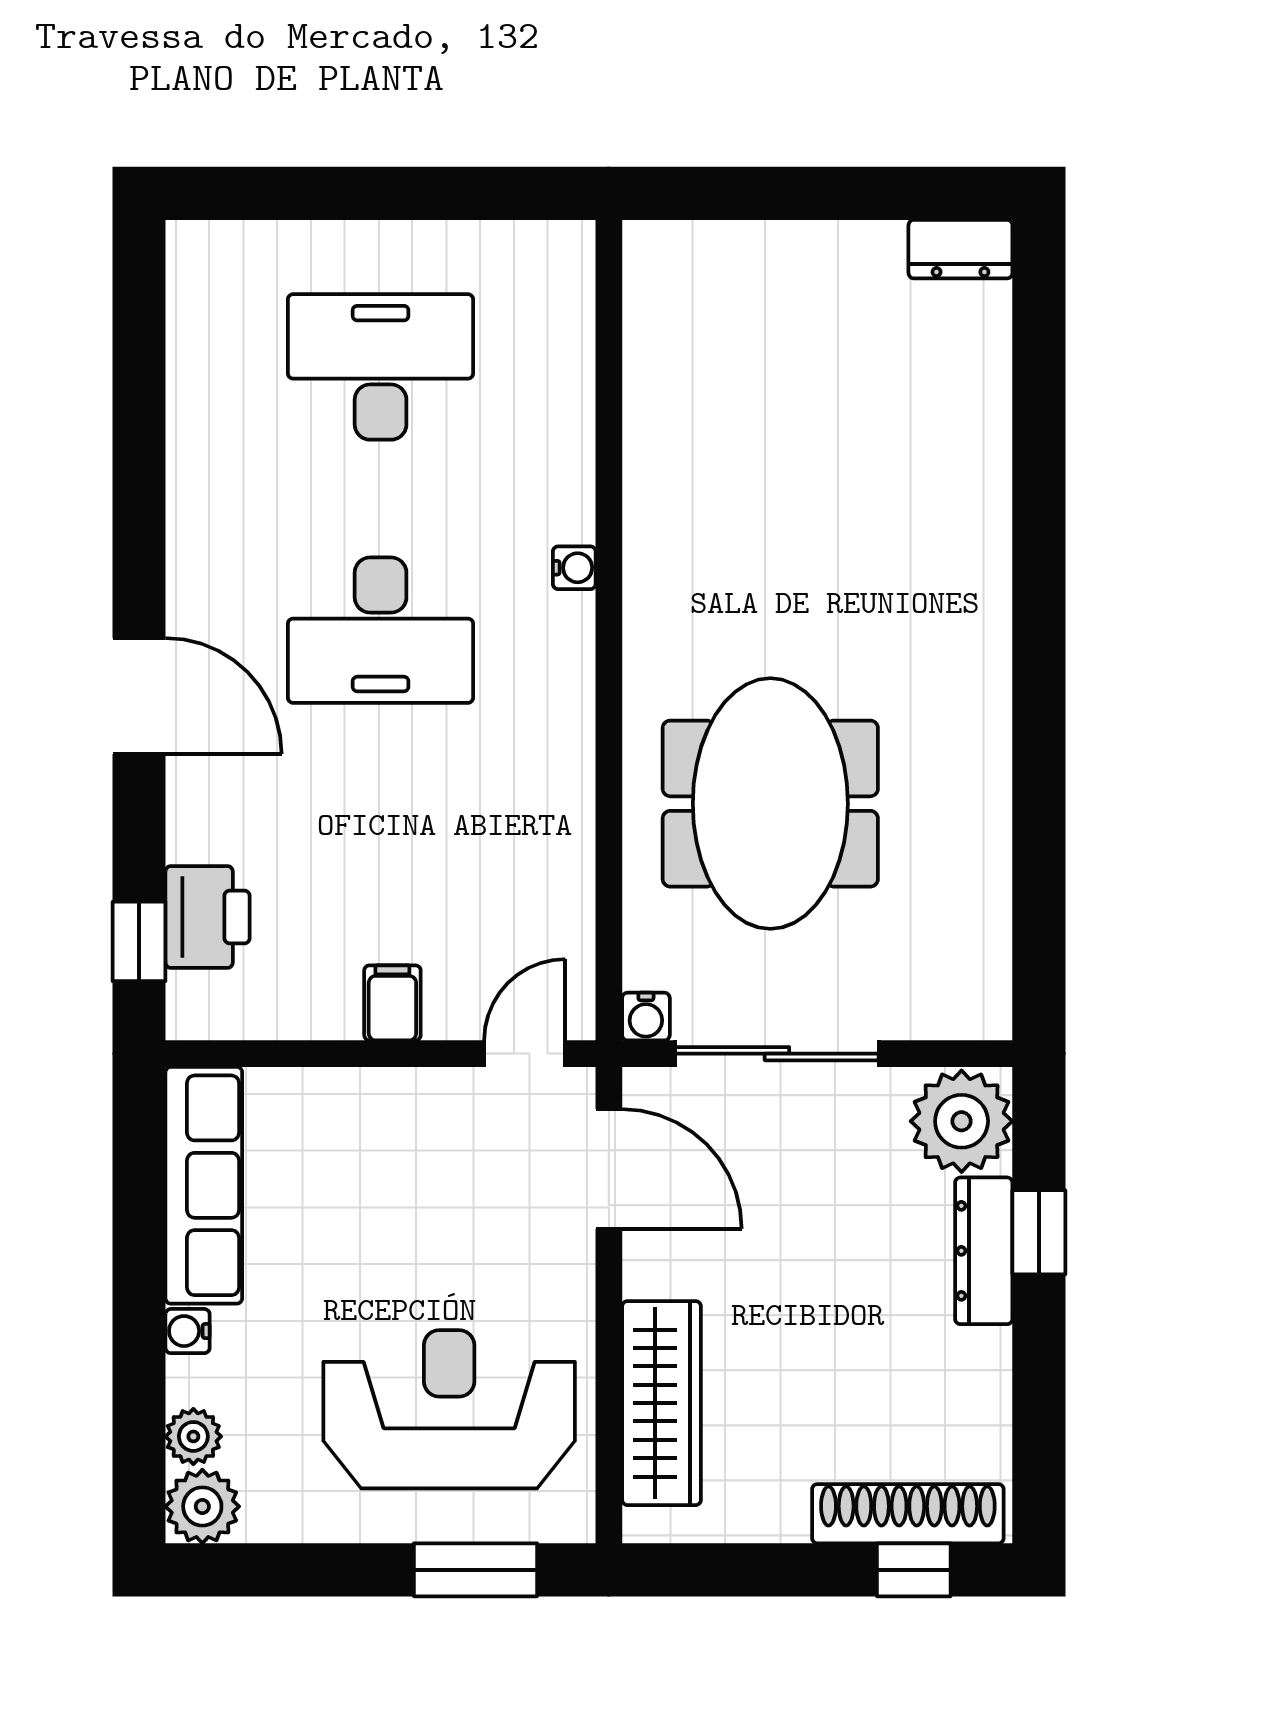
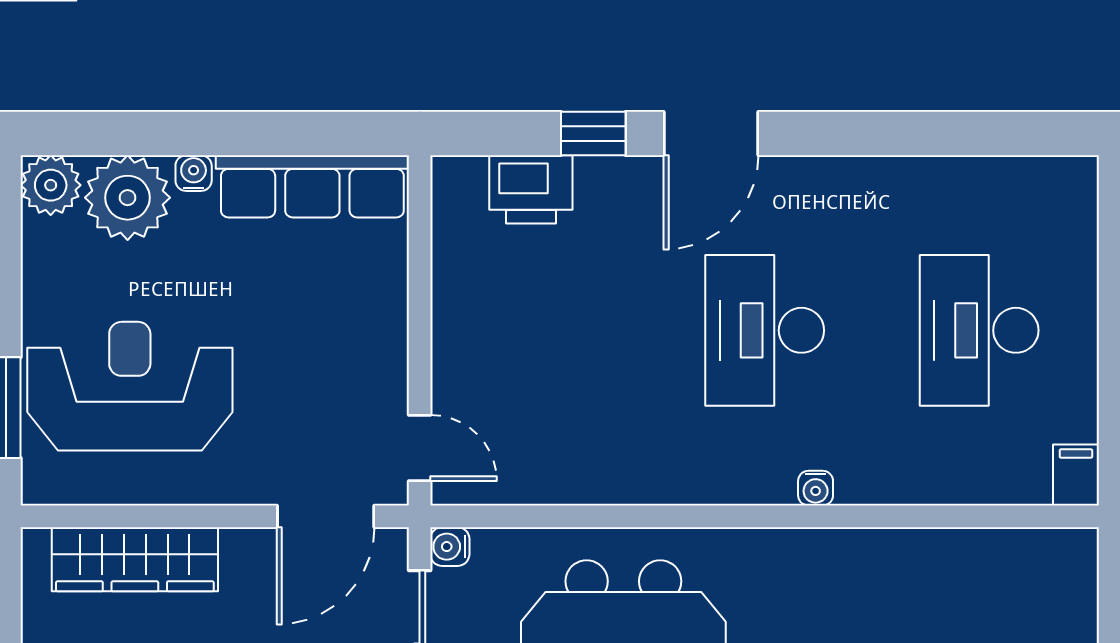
desk: (381, 367) -> (979, 330), turned 180
window: (139, 941) -> (593, 134), moved
filing cabinet: (392, 1003) -> (1076, 475), moved, turned -90
reception desk: (449, 1409) -> (130, 386), turned -90
plant: (193, 1436) -> (128, 198), width x1.87, depth x1.87

